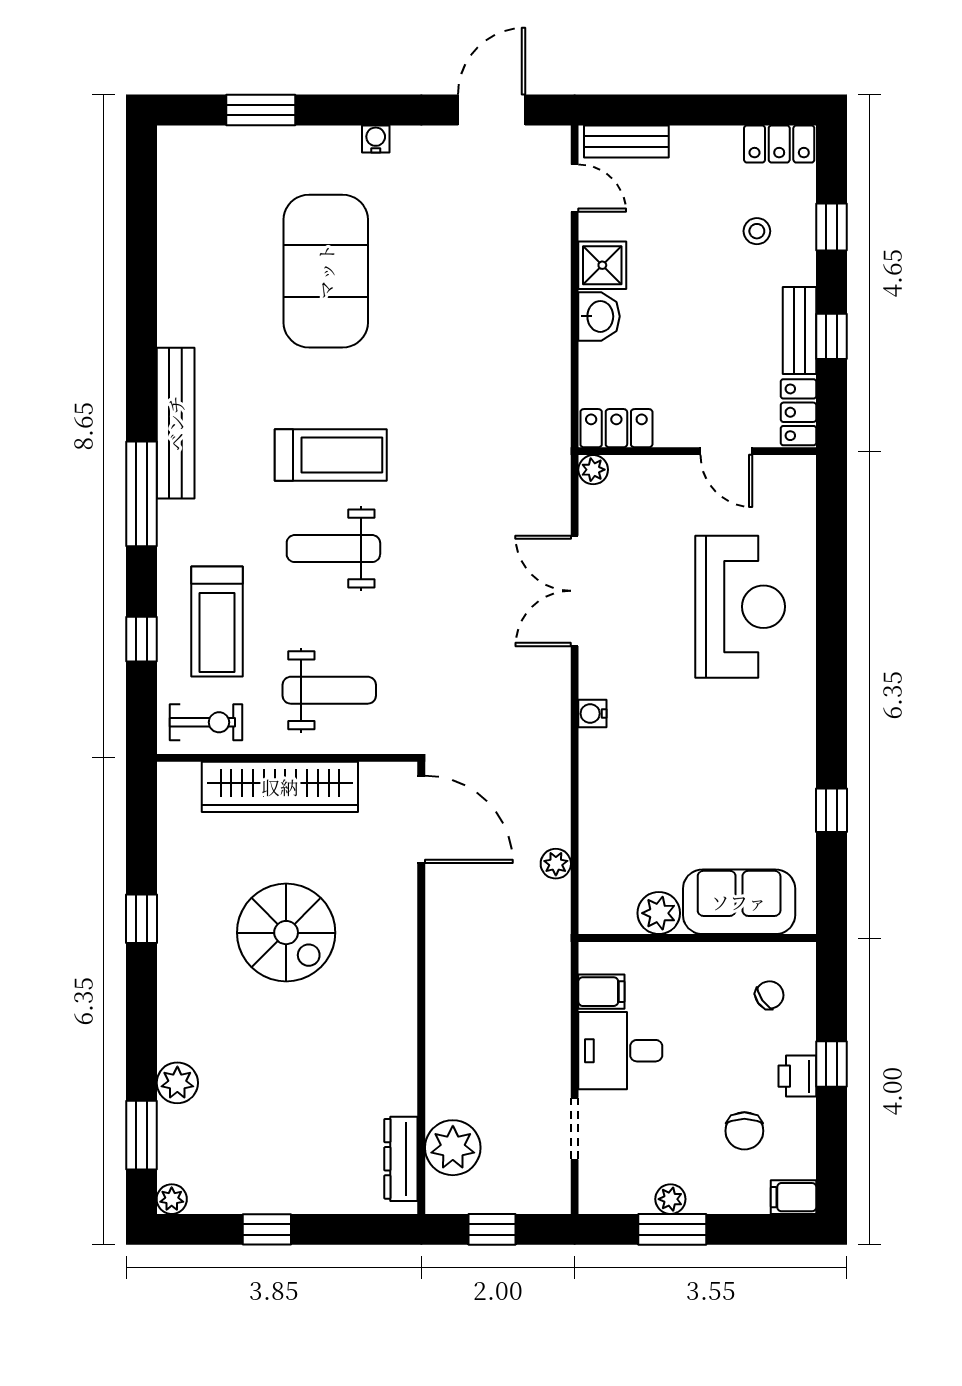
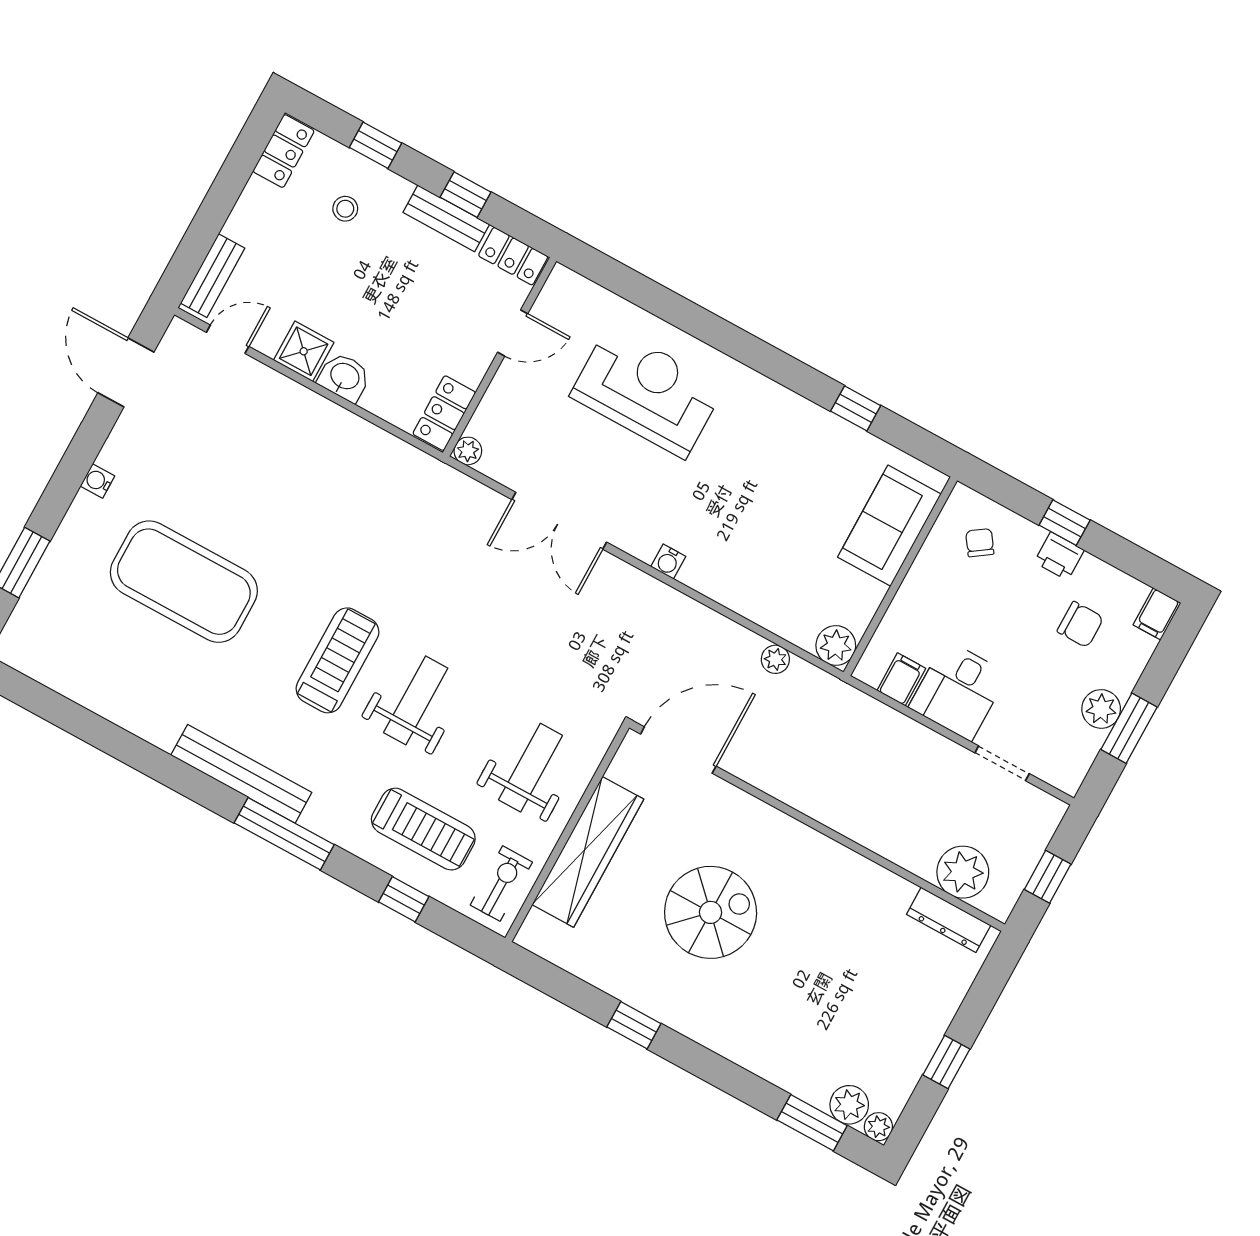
weight bench: (333, 549) -> (416, 700), turned 180
plant: (659, 913) -> (836, 645), moved
plant: (177, 1083) -> (849, 1105), moved
plant: (670, 1199) -> (1101, 709), width x1.38, depth x1.38

